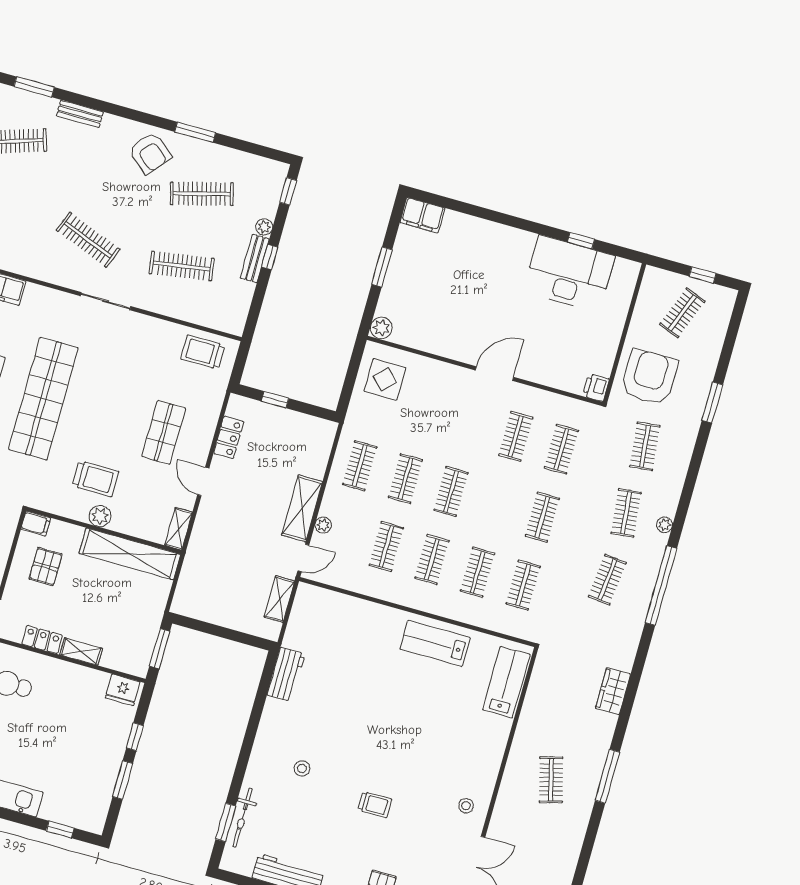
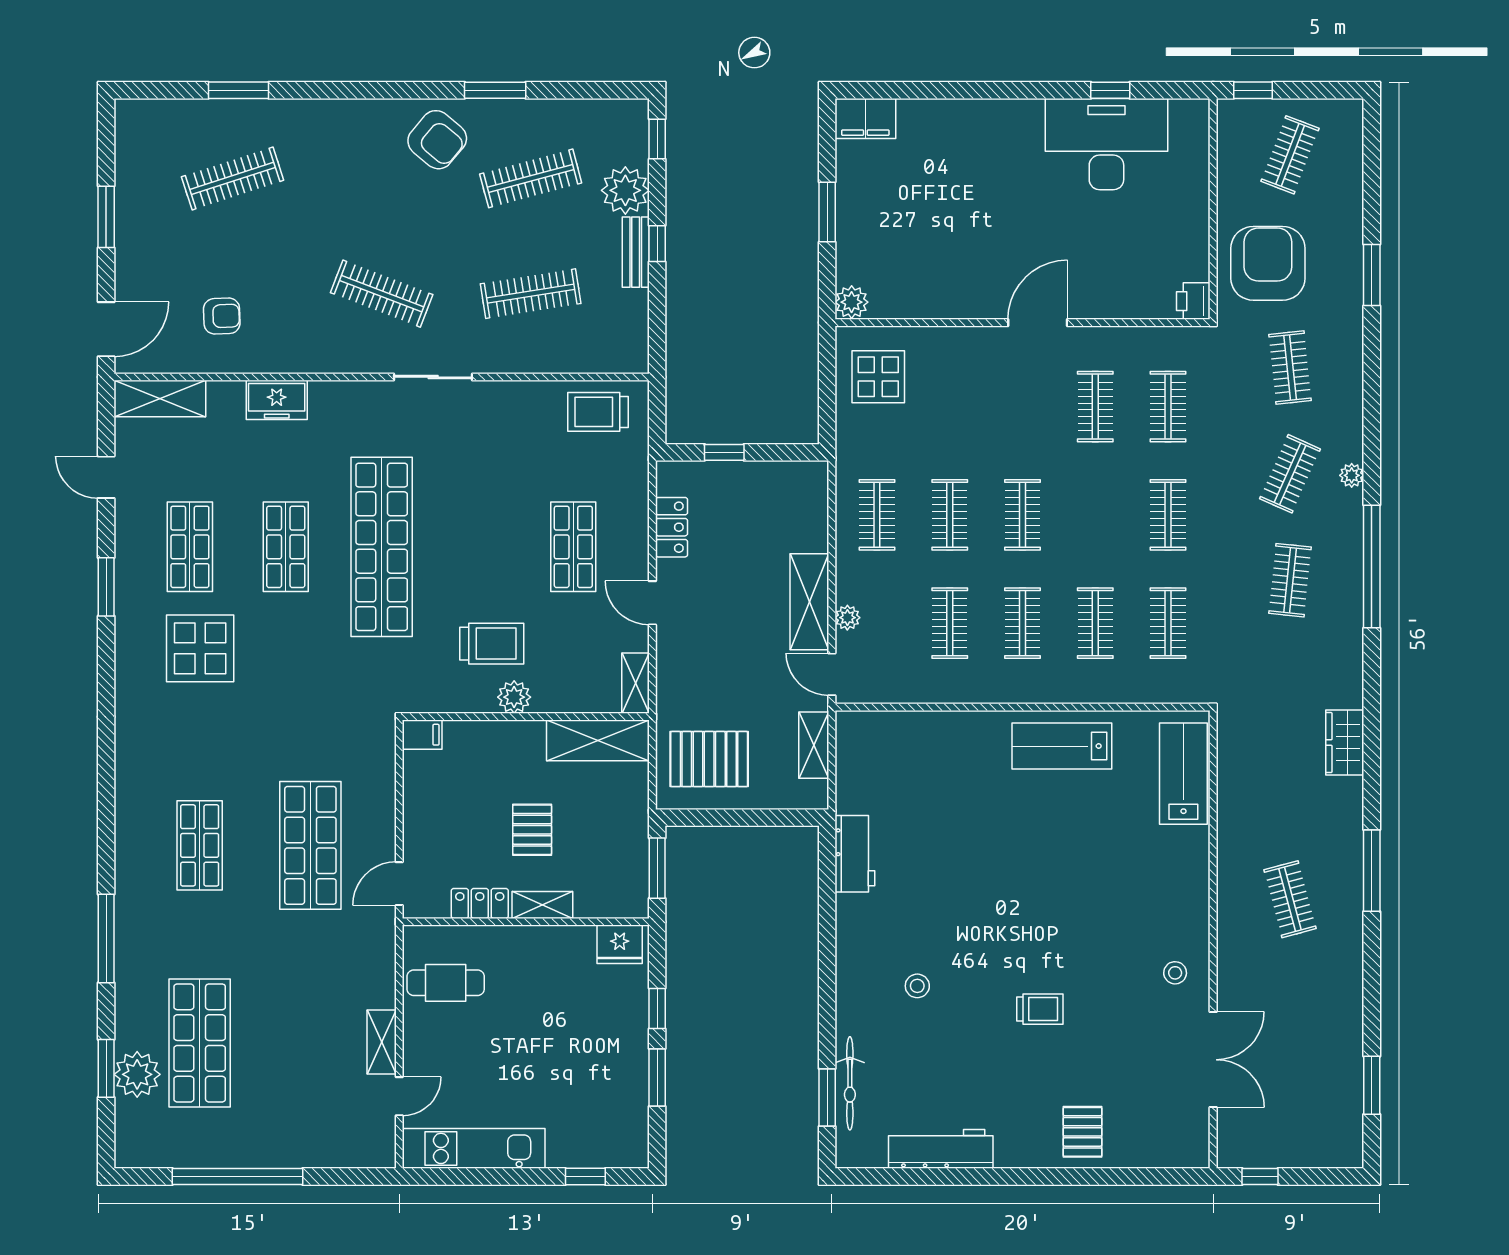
bench: (80, 114) -> (317, 111), removed
plant: (264, 227) -> (625, 190), width x1.88, depth x1.88
window: (703, 275) -> (1253, 90), moved
clothes rail: (626, 513) -> (1290, 474), turned 30
shelving: (130, 554) -> (598, 740), width x0.68
door: (303, 558) -> (832, 674), swing flipped
pallet: (46, 567) -> (532, 830), moved
pallet: (211, 589) -> (709, 759), added

